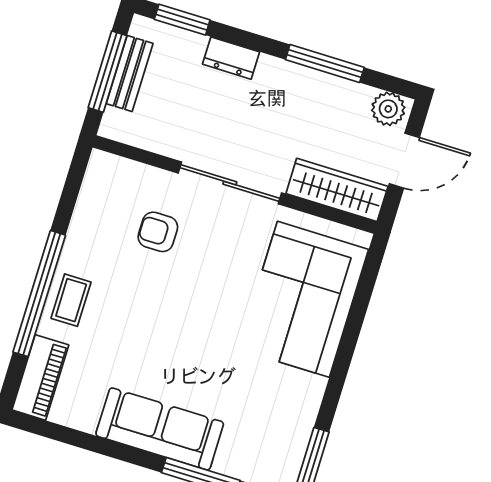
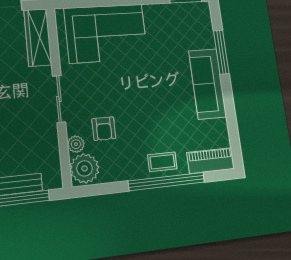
plant: (112, 178) -> (85, 168), added
plant: (152, 180) -> (76, 144), added
sliding door: (230, 183) -> (59, 99), width x0.73

